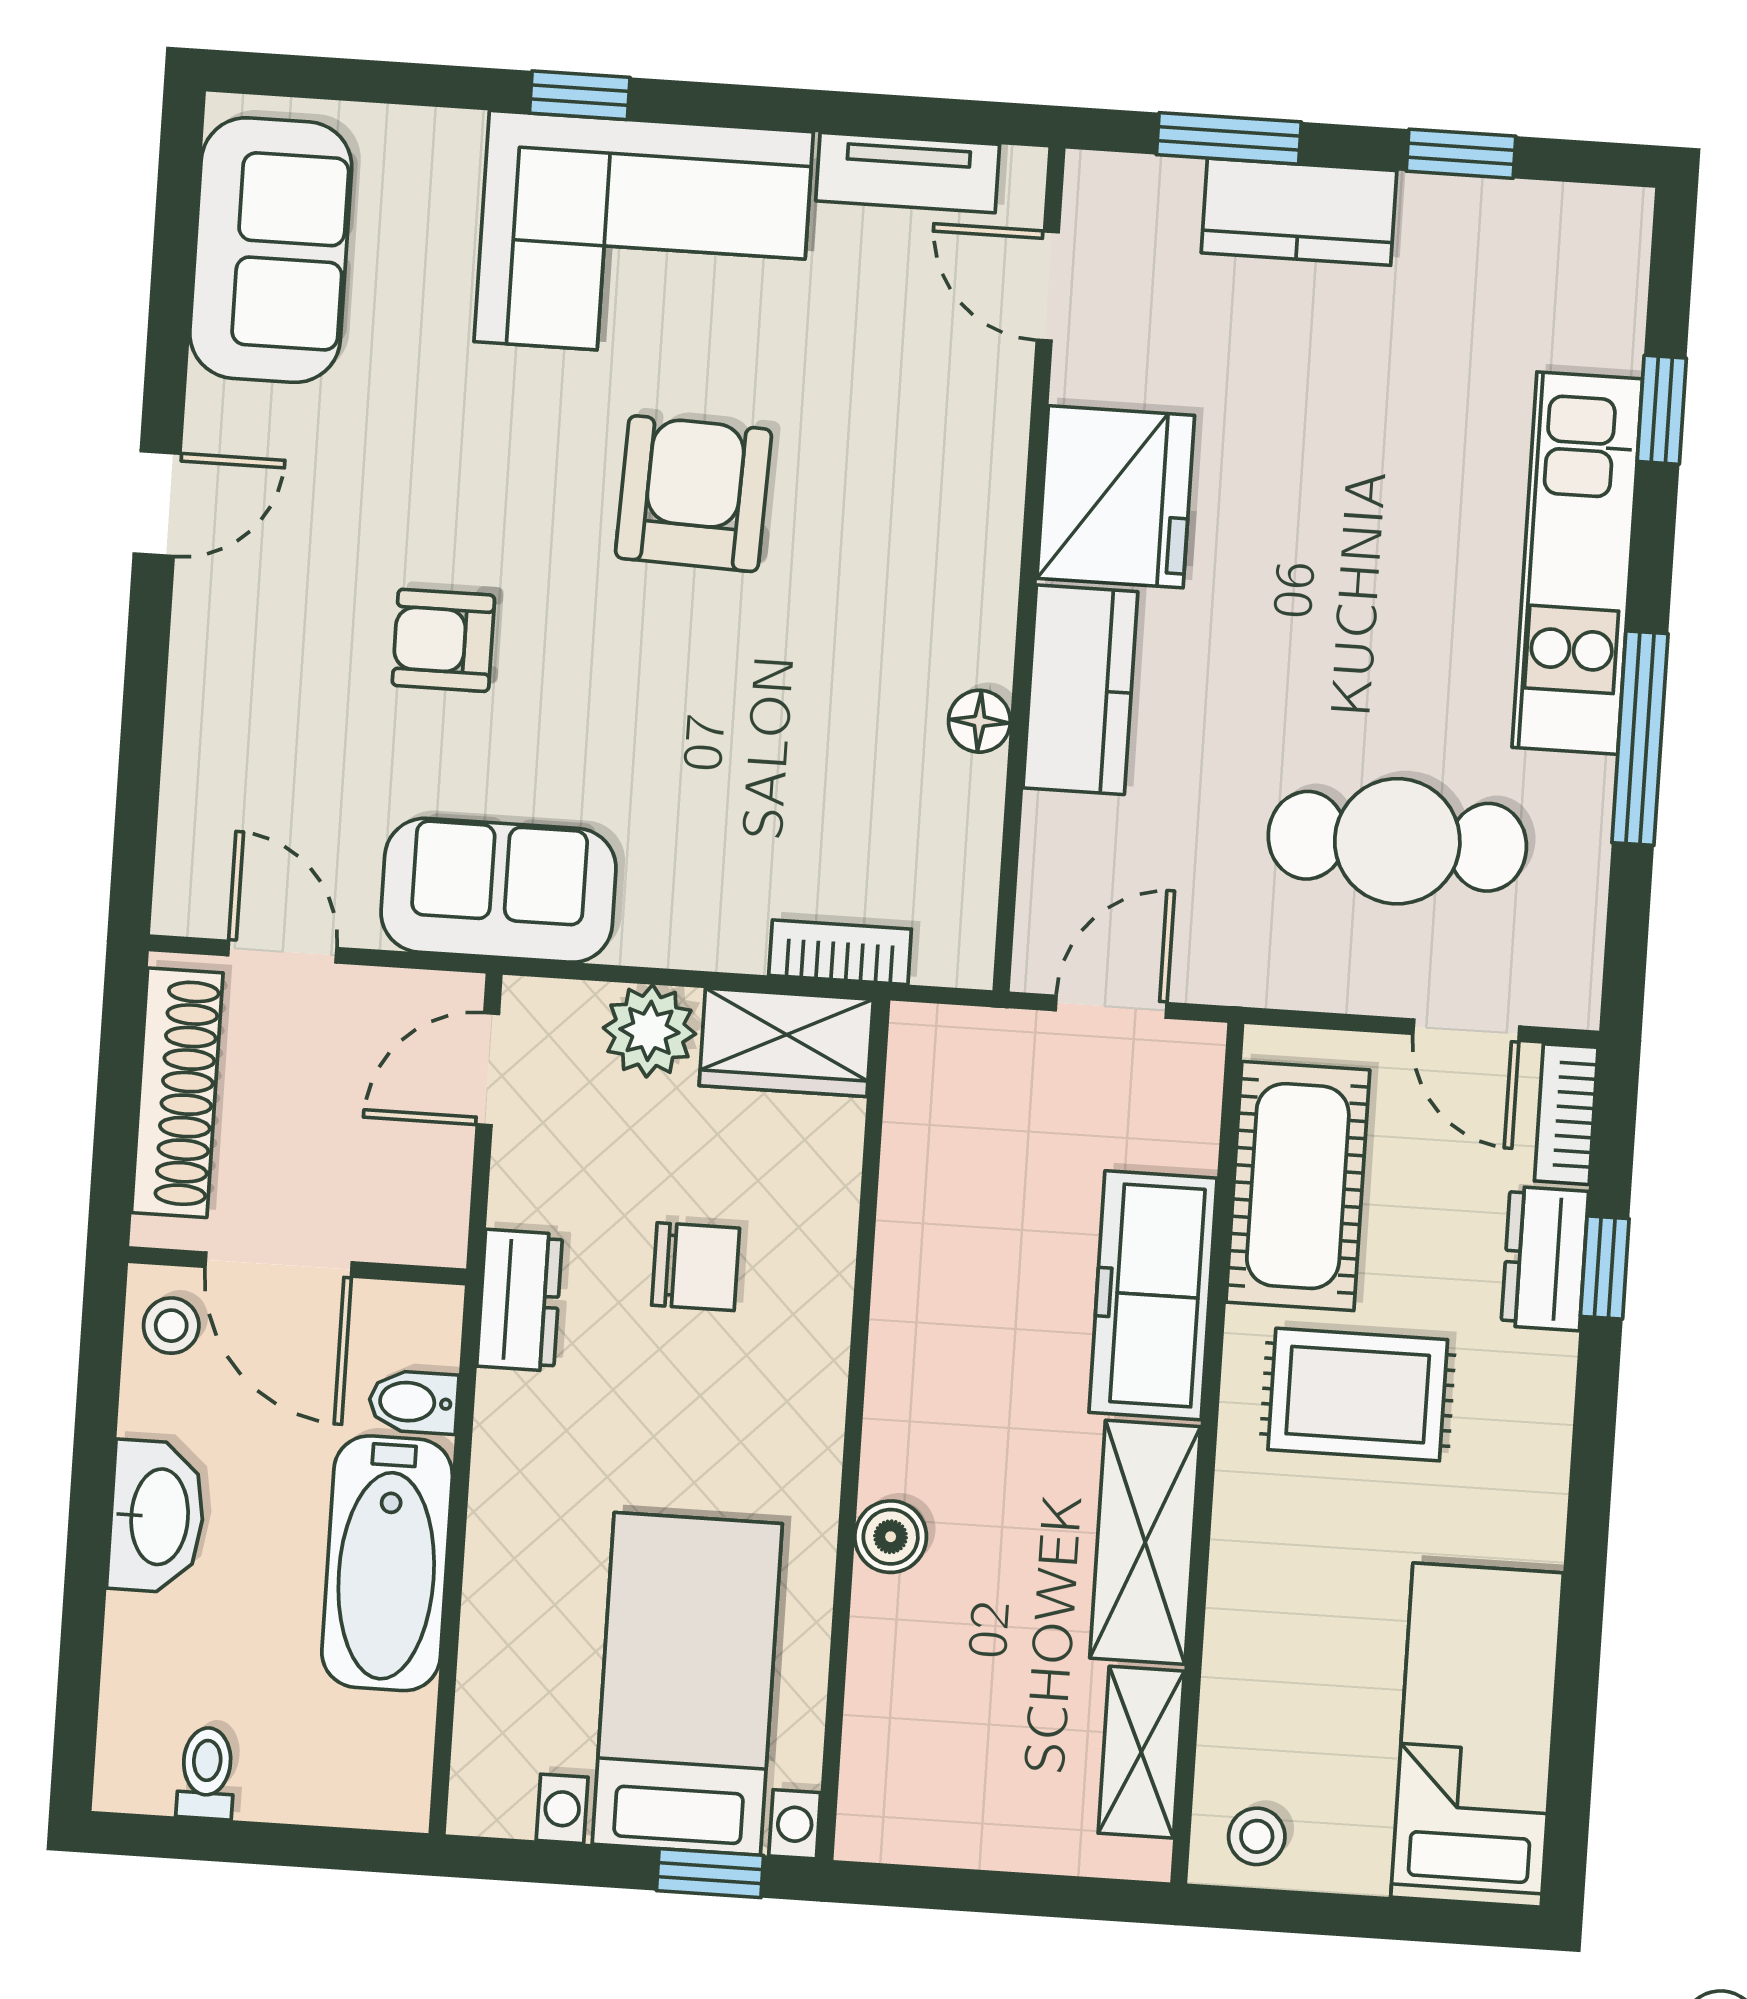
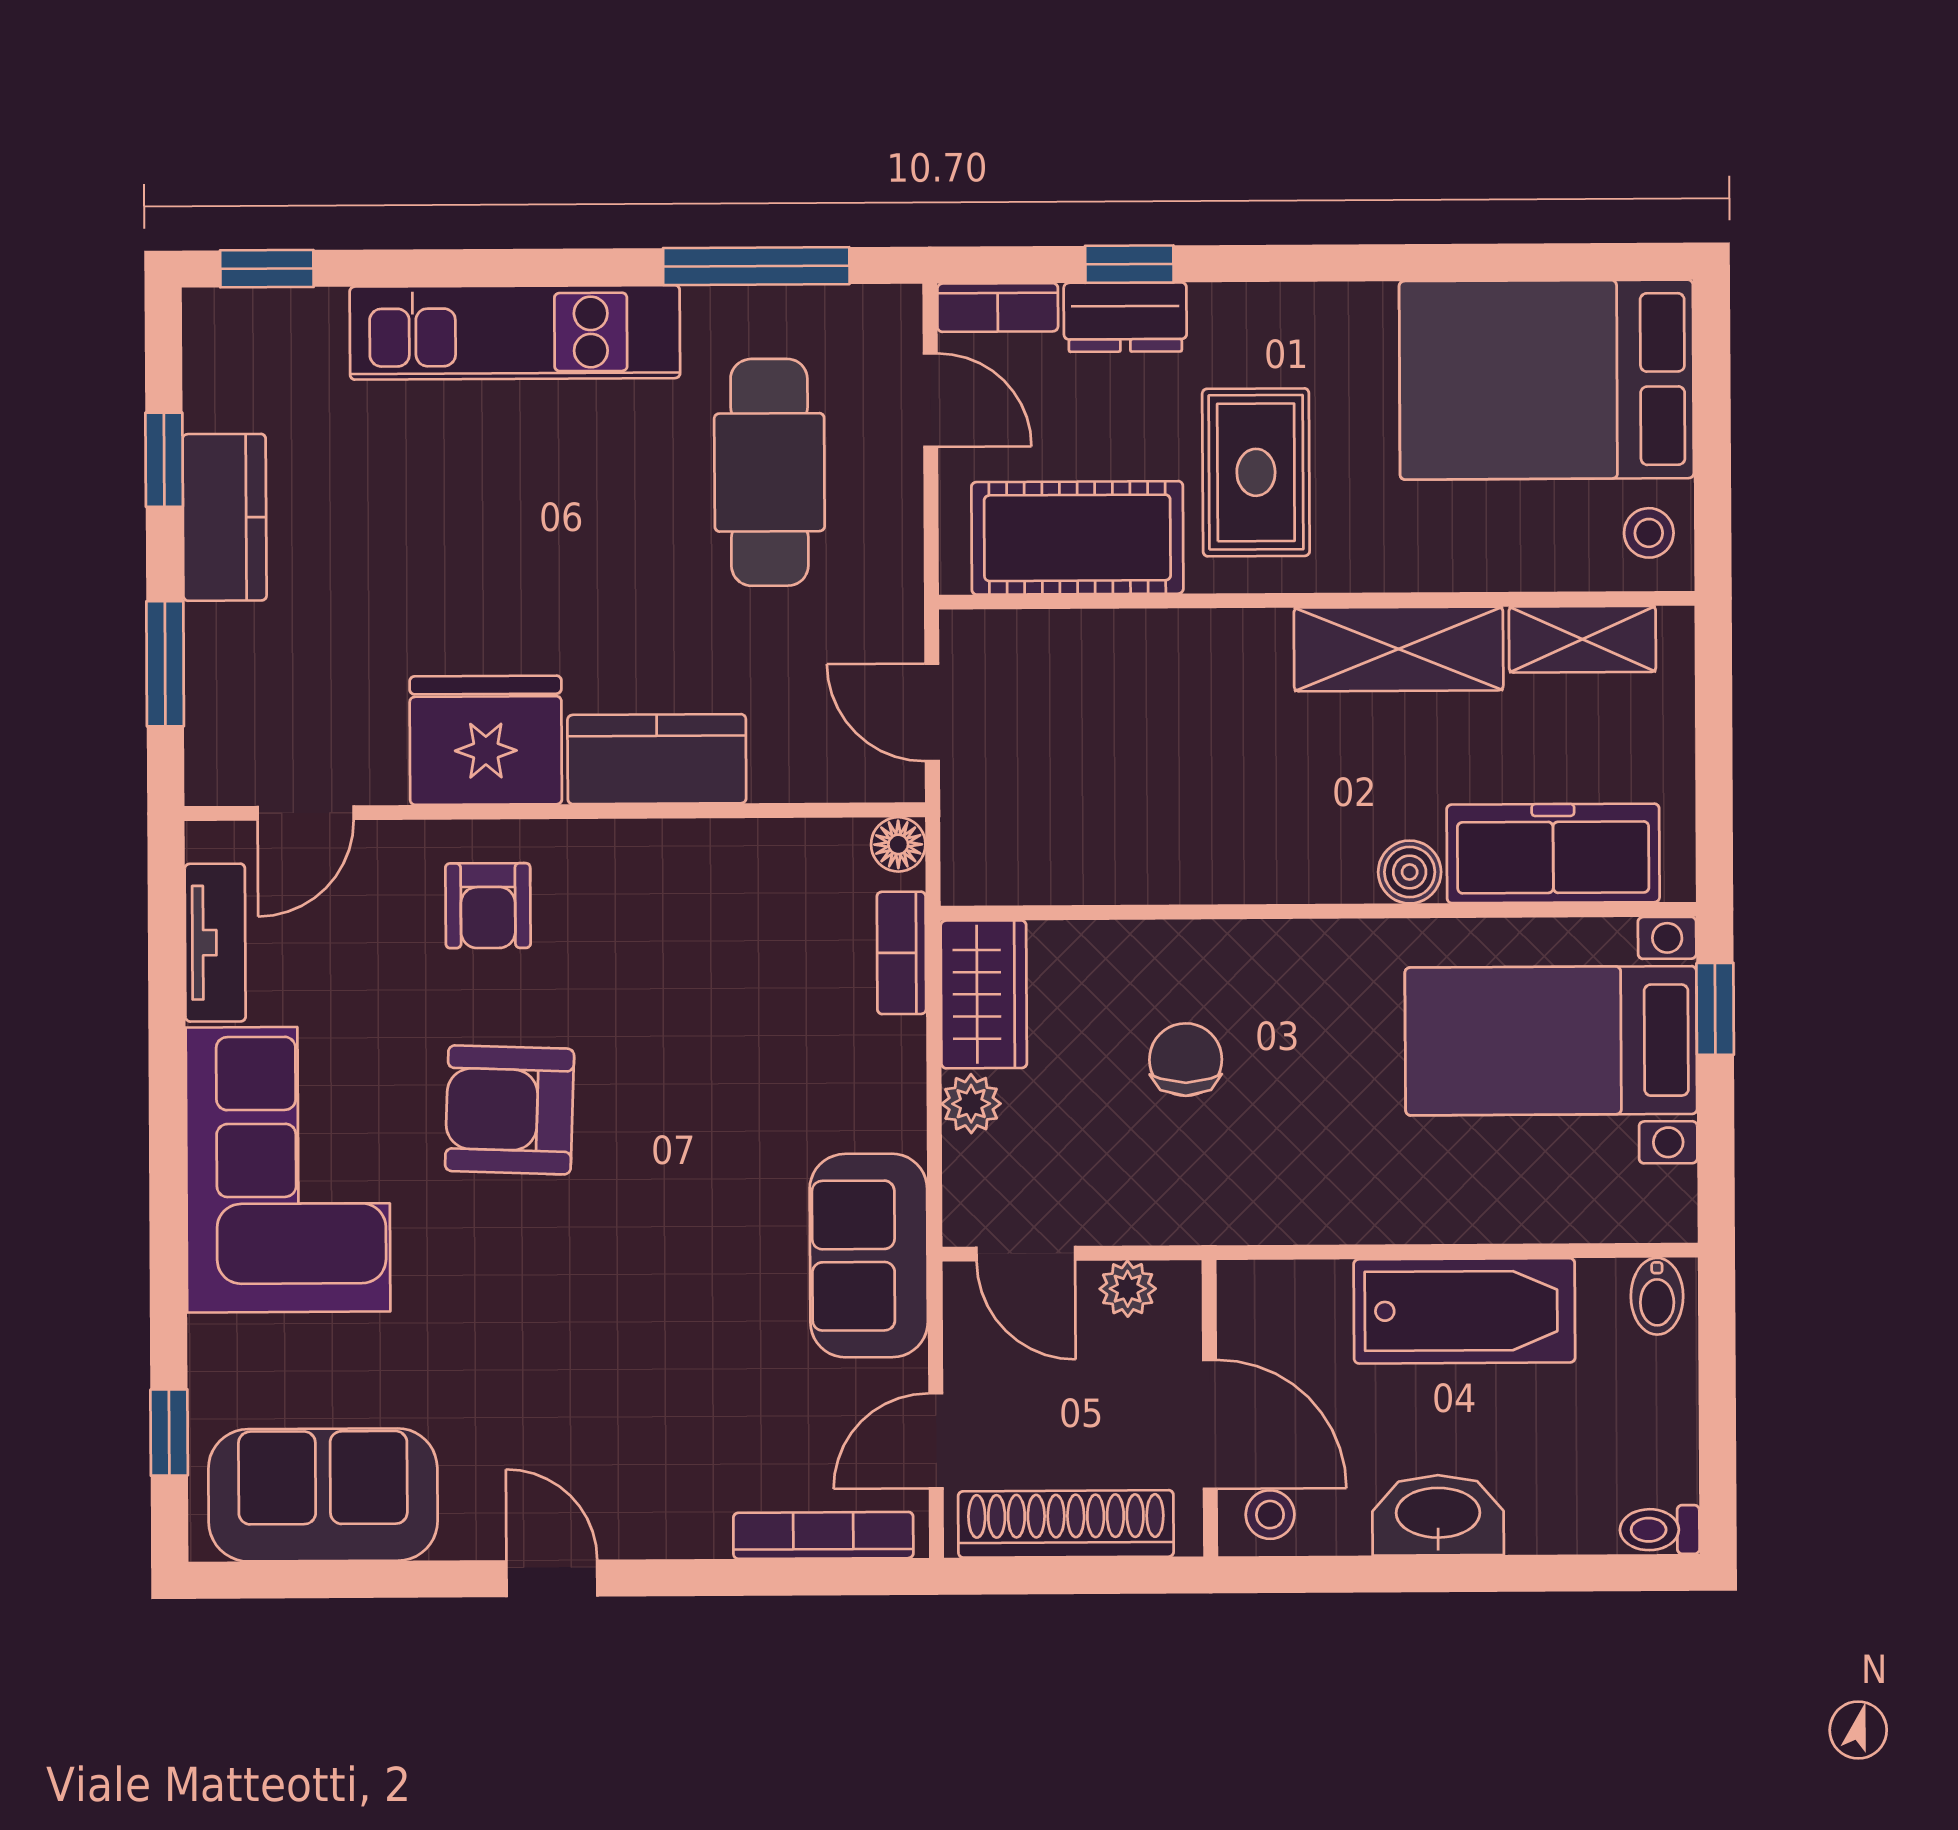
window: (580, 95) -> (169, 1433), moved
kitchen counter: (1299, 212) -> (224, 517), moved
window: (1662, 410) -> (267, 269), moved
armchair: (443, 640) -> (488, 906), moved
floor lamp: (979, 721) -> (898, 844), moved
window: (1640, 738) -> (756, 266), moved
bookcase: (184, 816) -> (823, 1535), added
door: (1466, 1030) -> (930, 400), hinge flipped
plant: (649, 1031) -> (971, 1104), width x0.73, depth x0.73
plant: (440, 1182) -> (1128, 1289), added
door: (279, 1265) -> (1210, 1424), hinge flipped
freezer: (1153, 1295) -> (1553, 853), moved, turned 180
dresser: (520, 1300) -> (1226, 1211), removed
bidet: (413, 1402) -> (1657, 1296), moved
bed: (1477, 1735) -> (1546, 380), width x1.50
toilet: (206, 1773) -> (1660, 1530), moved

